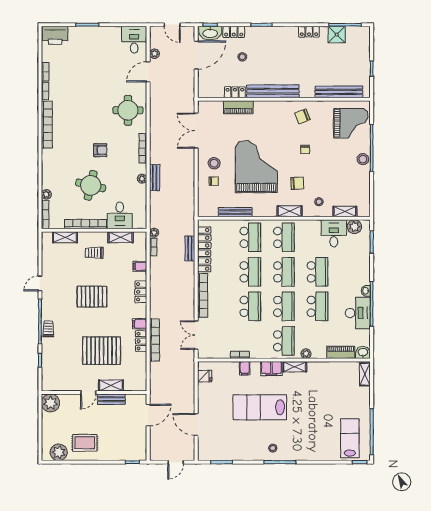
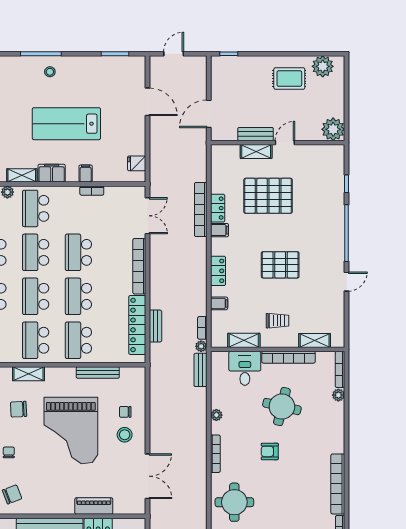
bench: (155, 178) -> (200, 370), moved
trolley: (48, 329) -> (336, 224), removed
lab bench: (260, 407) -> (66, 124), turned 180

